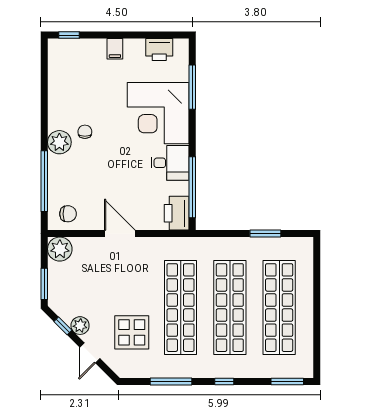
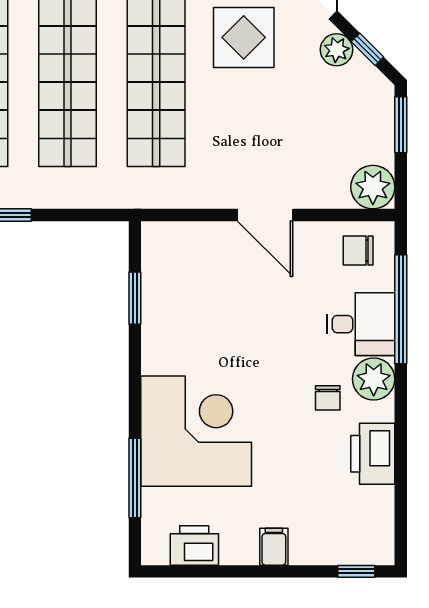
desk: (170, 163) -> (361, 324), moved, turned 180
window: (192, 187) -> (135, 298), width x0.47
printer: (177, 213) -> (373, 454), moved, turned 180

